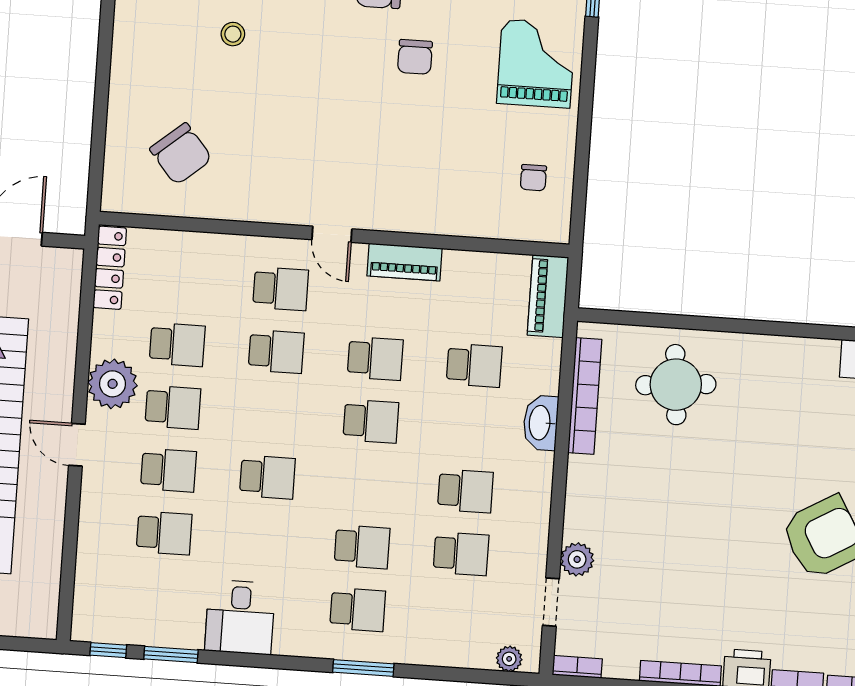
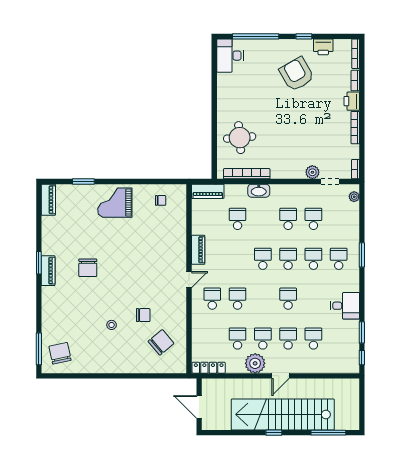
chair: (415, 57) -> (143, 315), moved
school desk: (375, 358) -> (288, 259), moved

